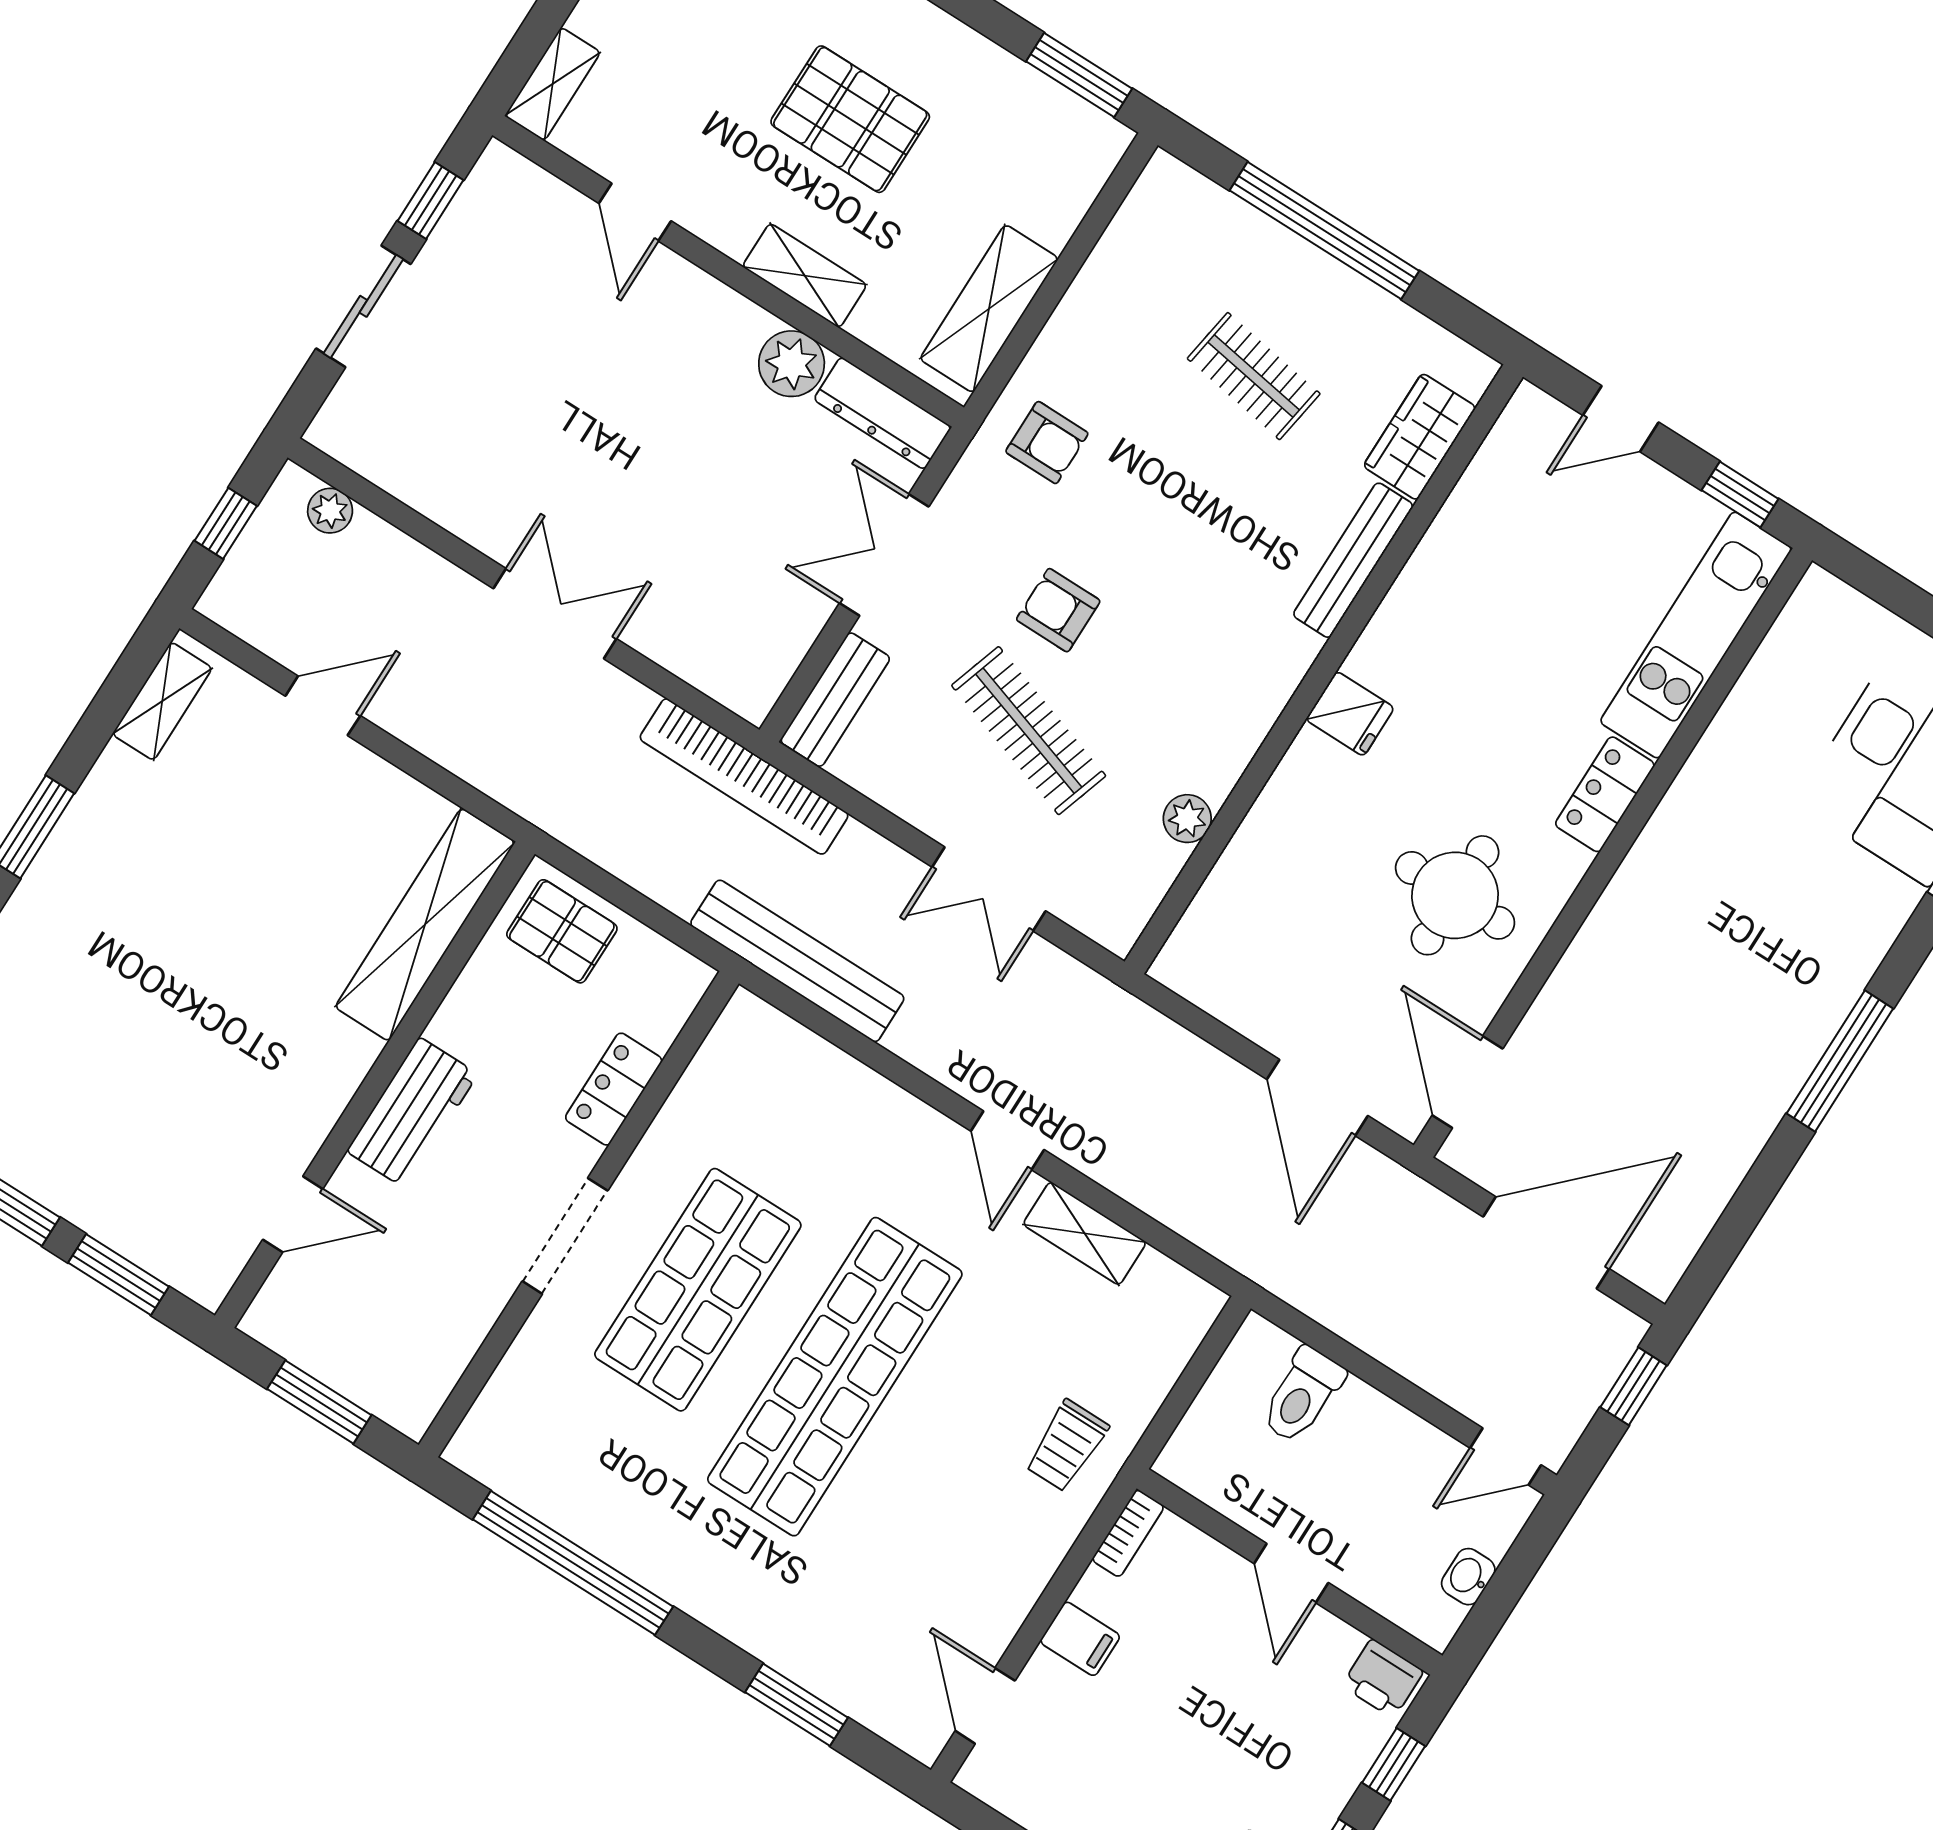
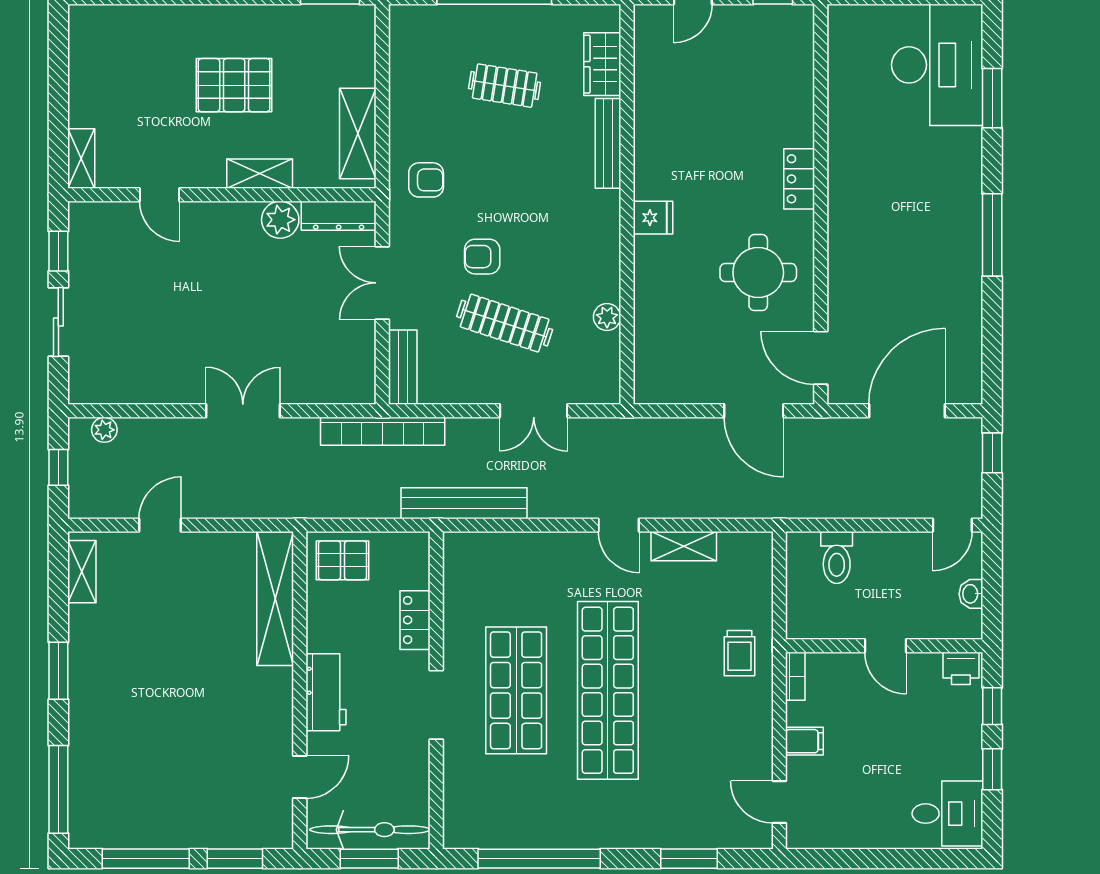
kitchen unit: (1696, 635) -> (794, 75), removed
bicycle: (348, 1359) -> (370, 830), added

